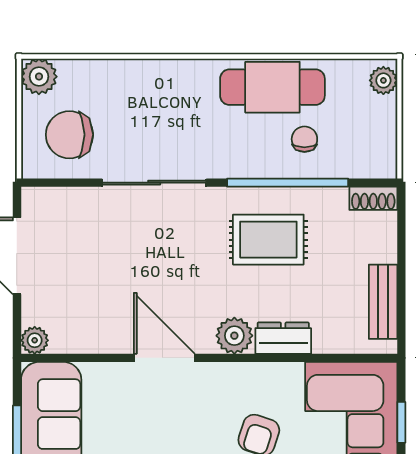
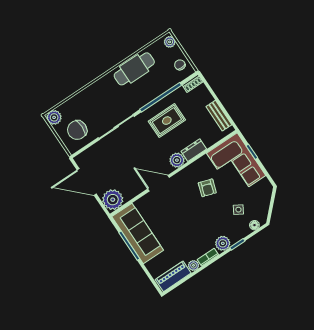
chair: (304, 139) -> (180, 65), moved
plant: (35, 340) -> (113, 200), width x1.87, depth x1.87

